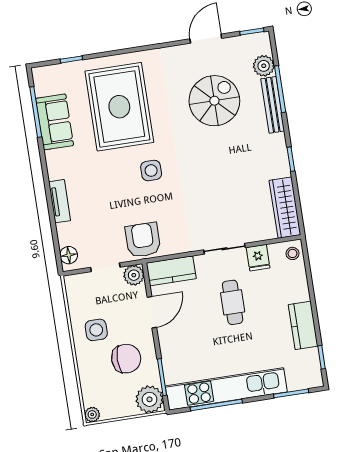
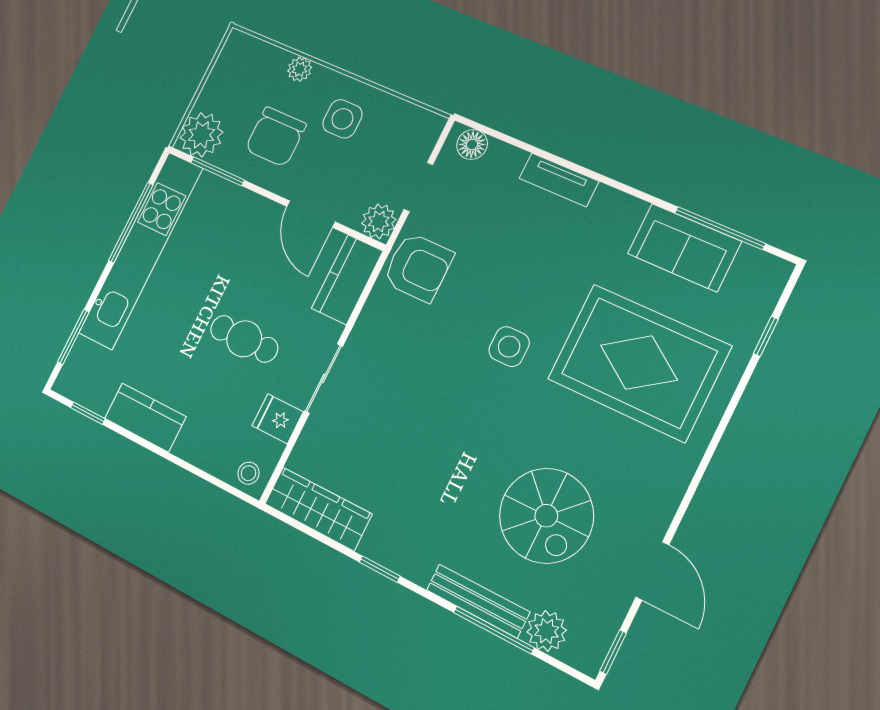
plant: (92, 415) -> (300, 69), moved

